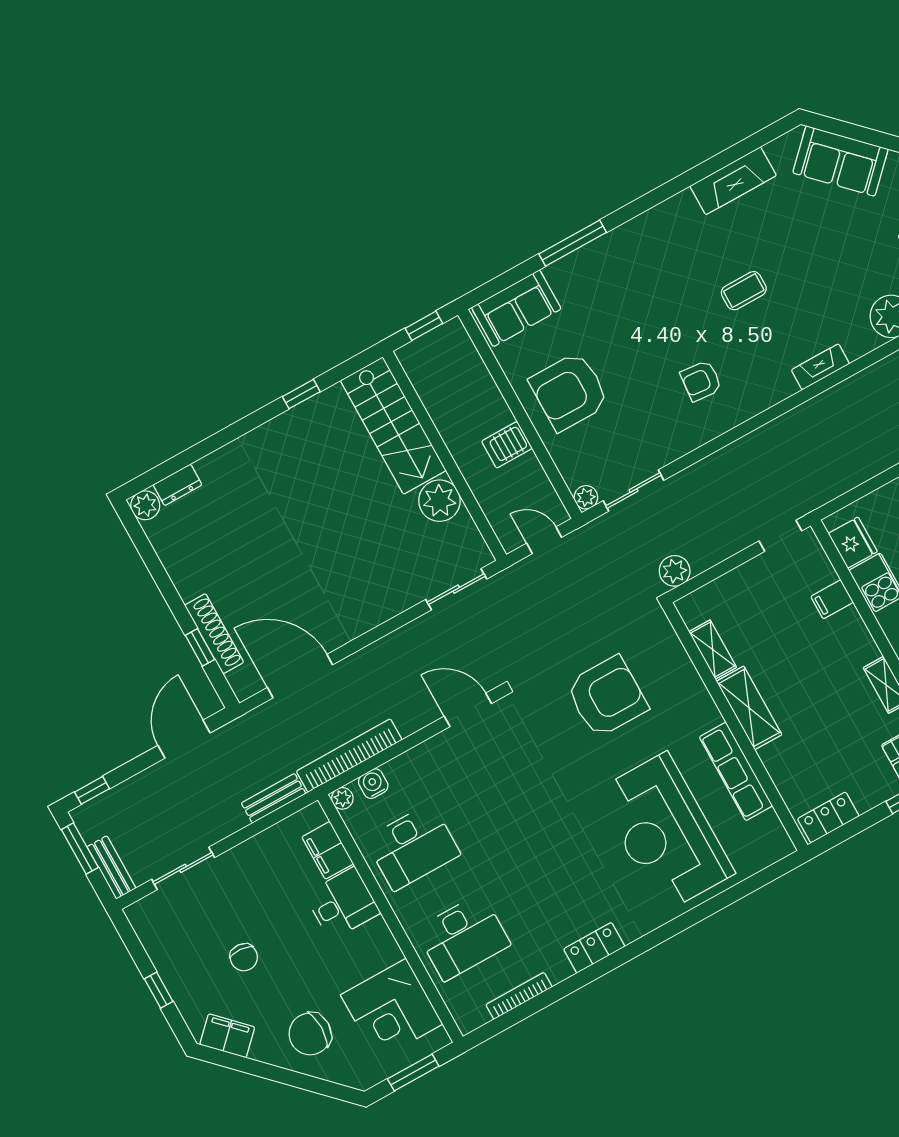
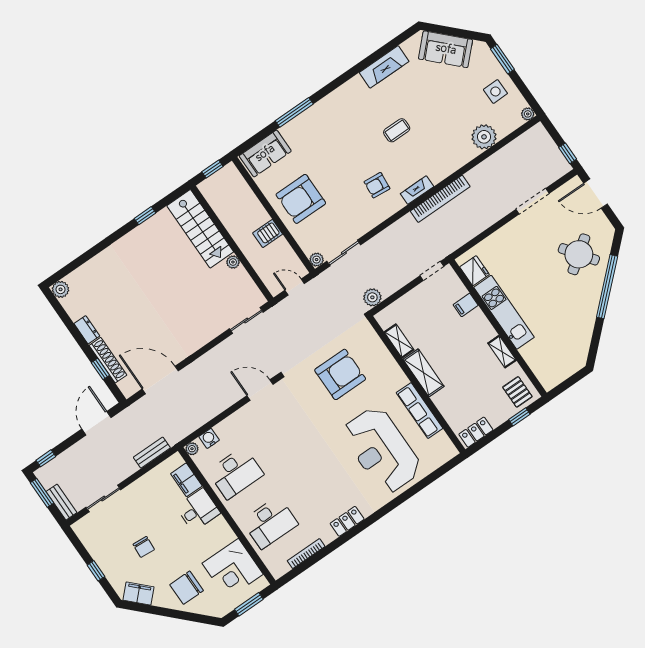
fireplace: (820, 367) -> (417, 190), moved
dresser: (178, 485) -> (87, 330), moved, turned -90
plant: (439, 501) -> (233, 262), width x0.53, depth x0.53
bookcase: (349, 756) -> (440, 199), moved, turned 180

